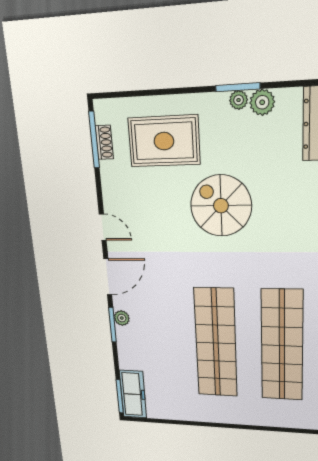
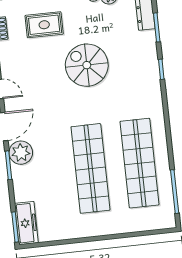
rug: (164, 141) -> (44, 25), width x0.73, depth x0.70
plant: (122, 318) -> (21, 153), width x1.88, depth x1.88

